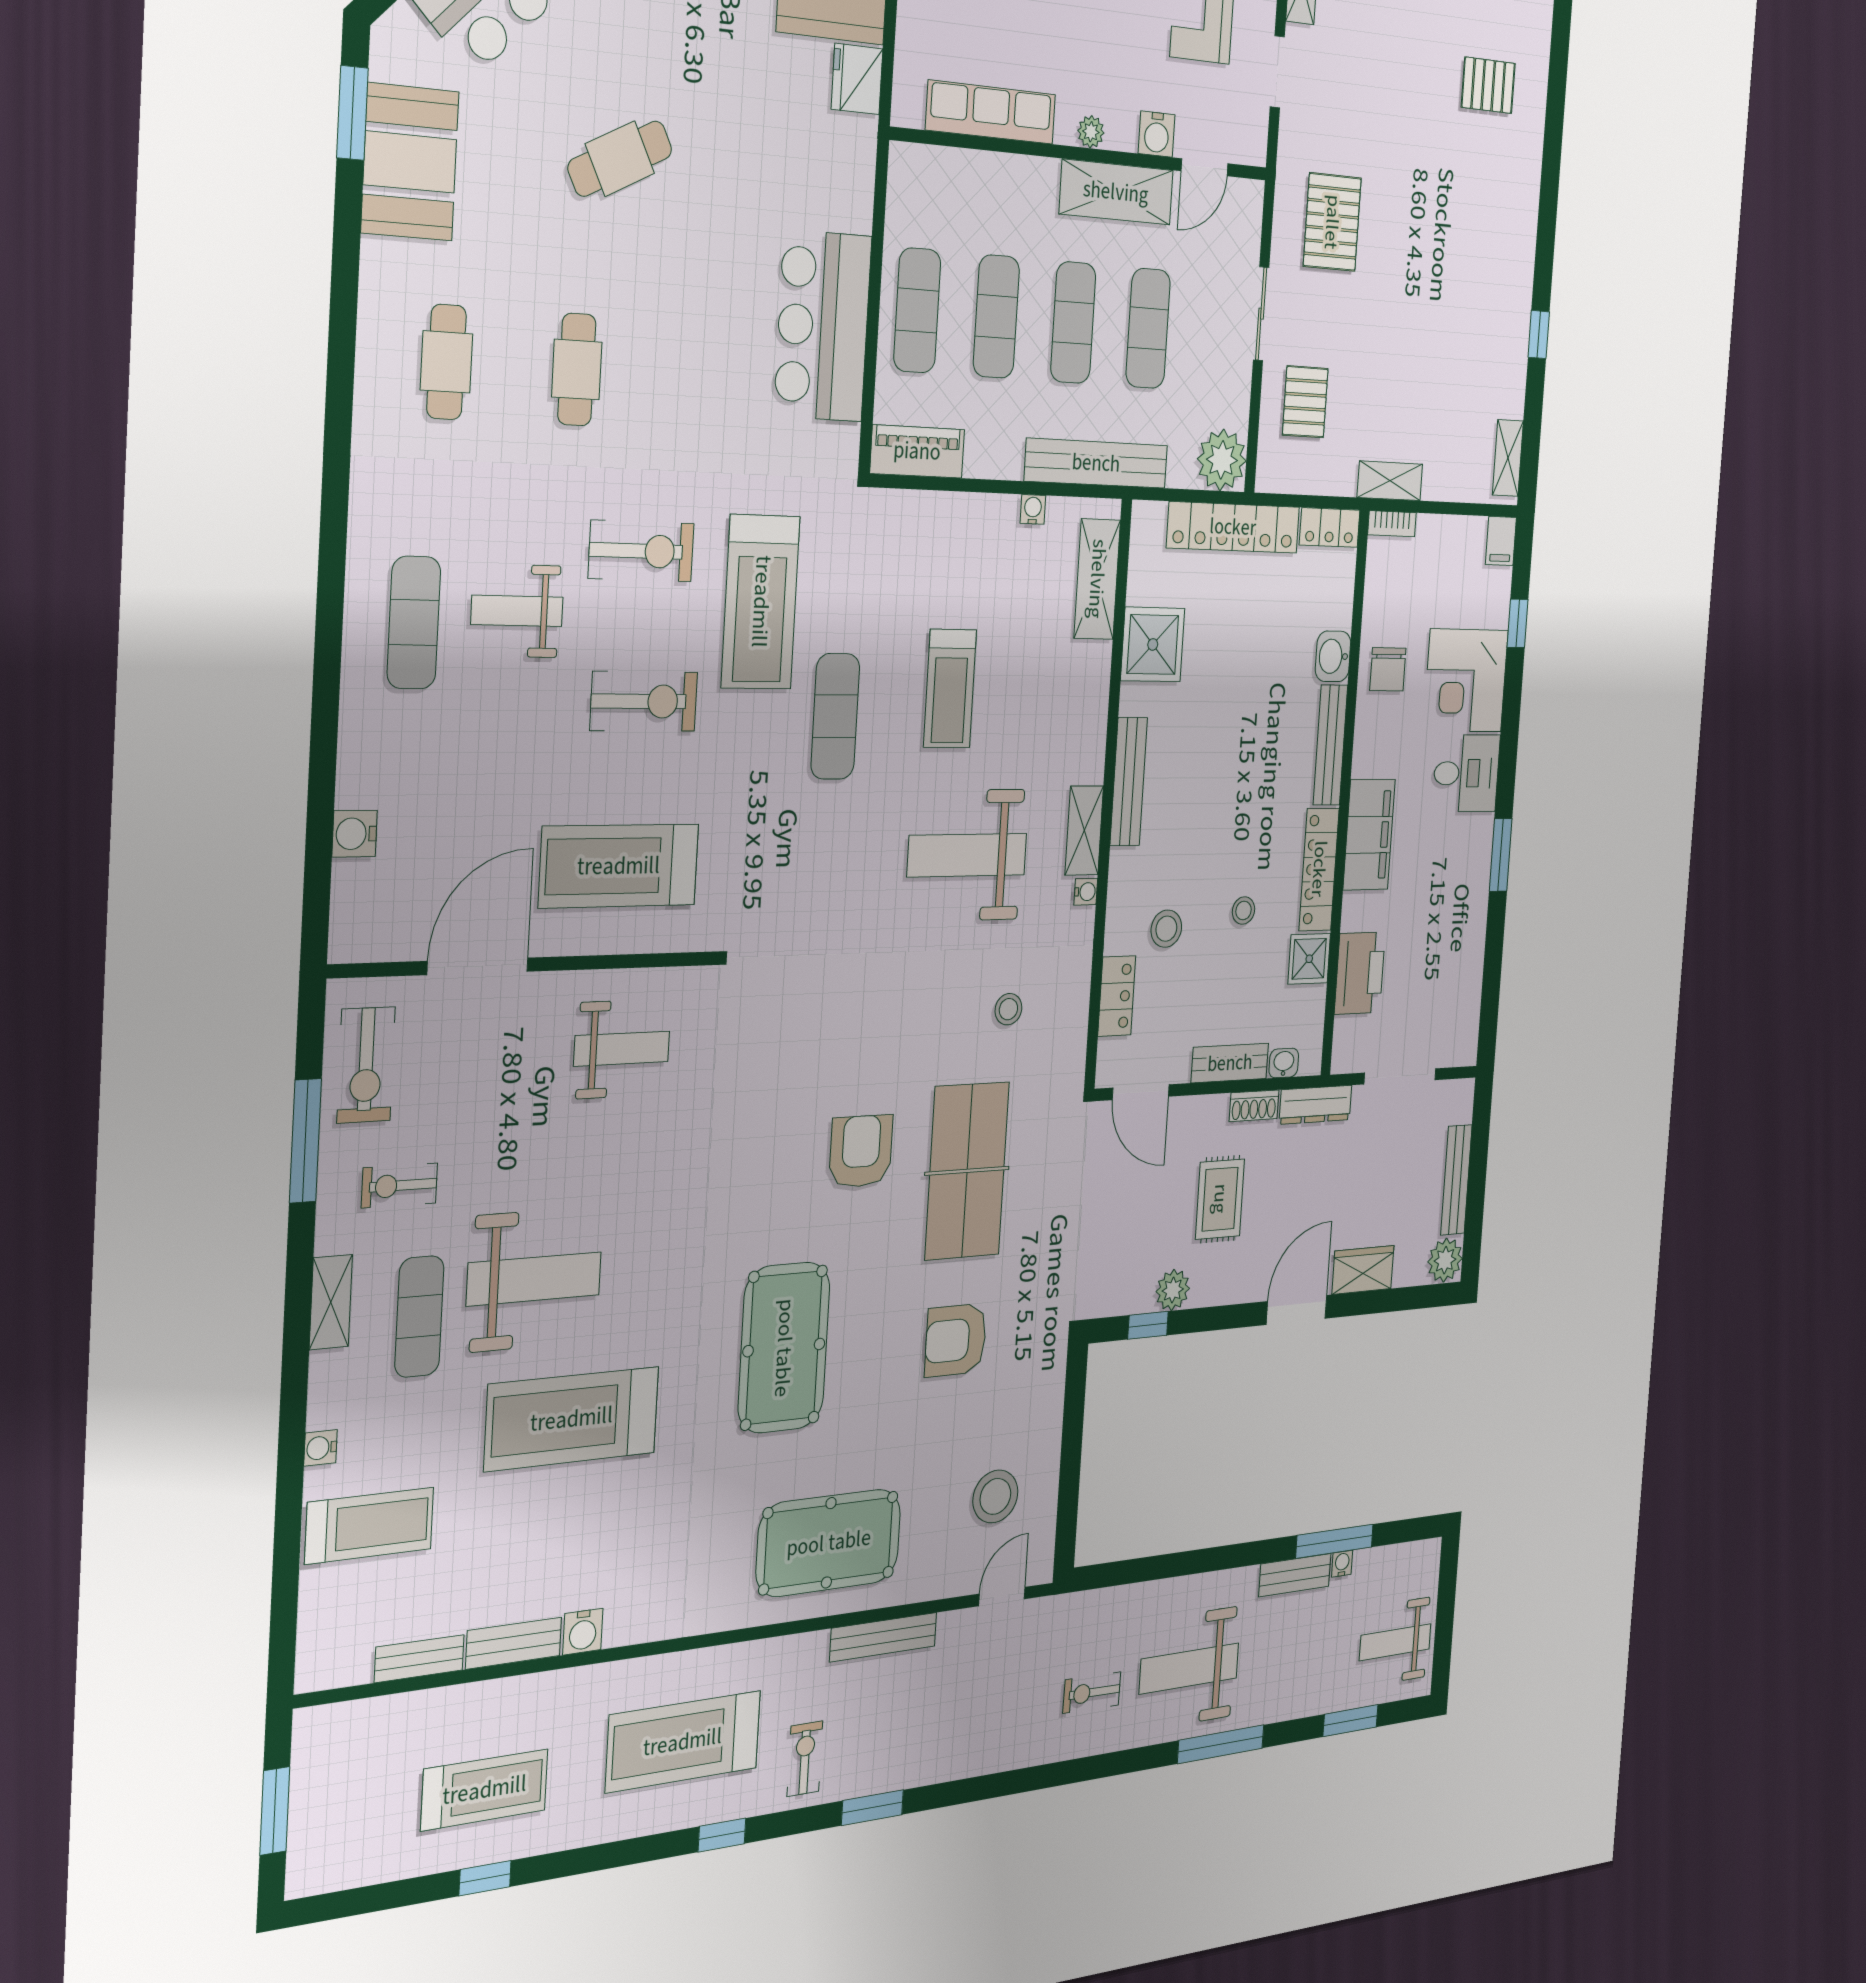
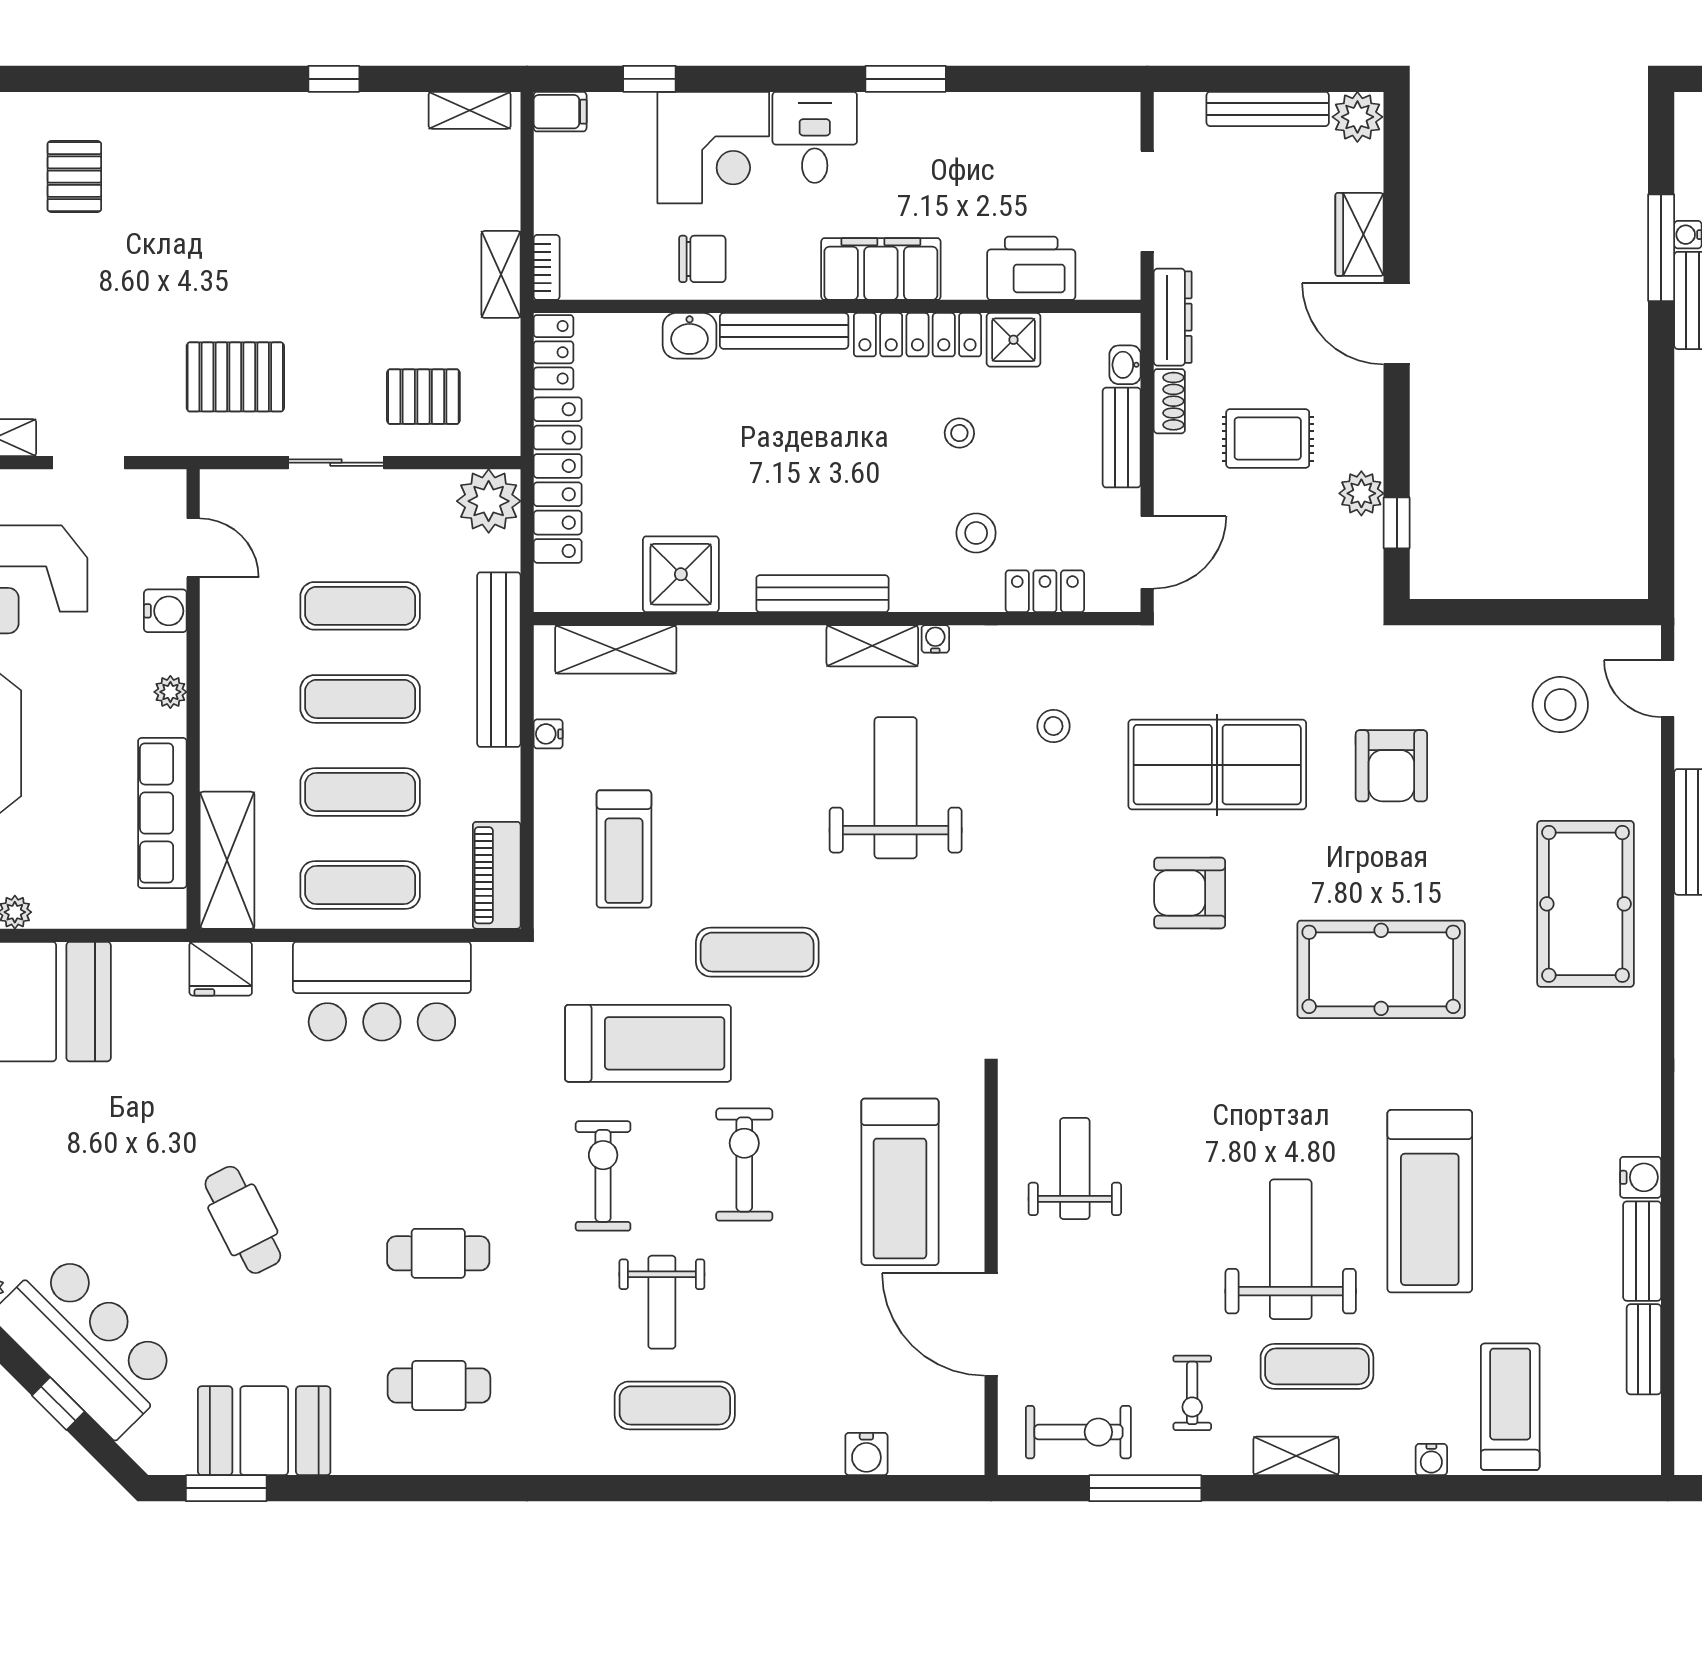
fridge: (857, 79) -> (221, 969), moved
shelving: (1116, 192) -> (227, 860), moved
treadmill: (950, 689) -> (624, 849), moved, turned 90
weight bench: (967, 855) -> (896, 788), turned 180

